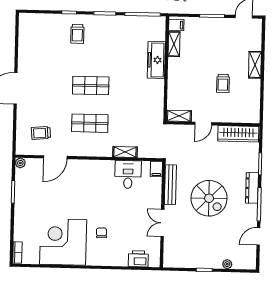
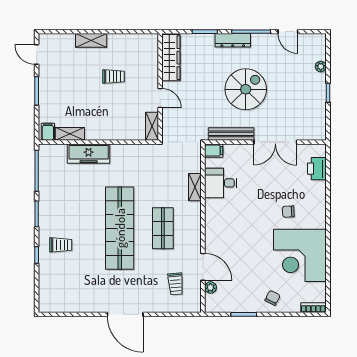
shop shelf: (91, 86) -> (120, 228), width x2.00, depth x1.36
plant: (20, 163) -> (210, 287), moved
chair: (27, 217) -> (272, 298), added
double door: (162, 223) -> (275, 142), width x1.37

